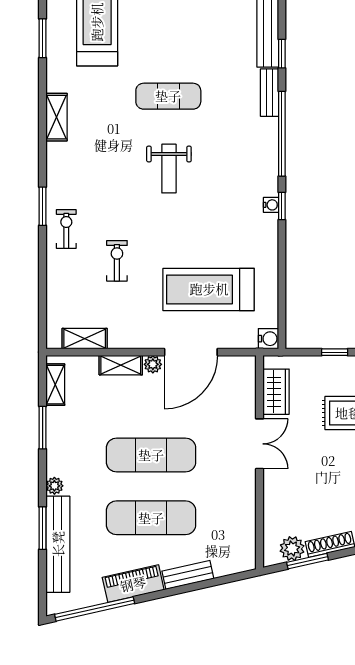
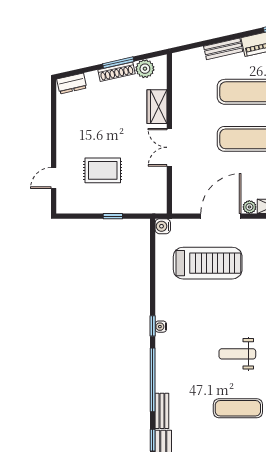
weight bench: (169, 169) -> (237, 354), turned -90
wardrobe: (276, 392) -> (157, 107), moved
window: (308, 561) -> (118, 63), moved

